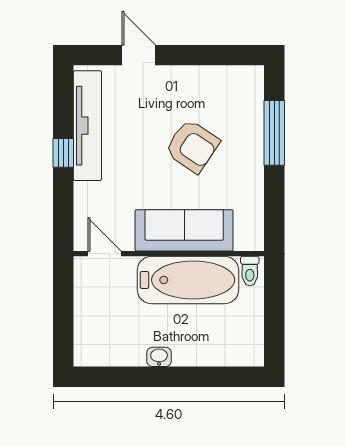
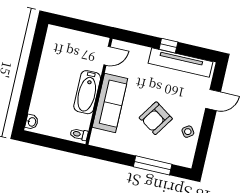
side table: (203, 86) -> (188, 132), added
bathtub: (188, 280) -> (87, 92), width x0.73, depth x0.73
washbasin: (159, 357) -> (32, 122), moved

